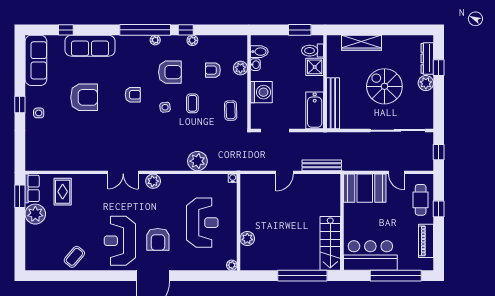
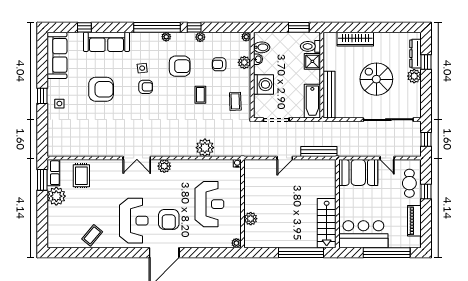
plant: (242, 40) -> (246, 37), added
side table: (165, 107) -> (142, 68), moved
reception desk: (120, 241) -> (134, 221), turned 180

